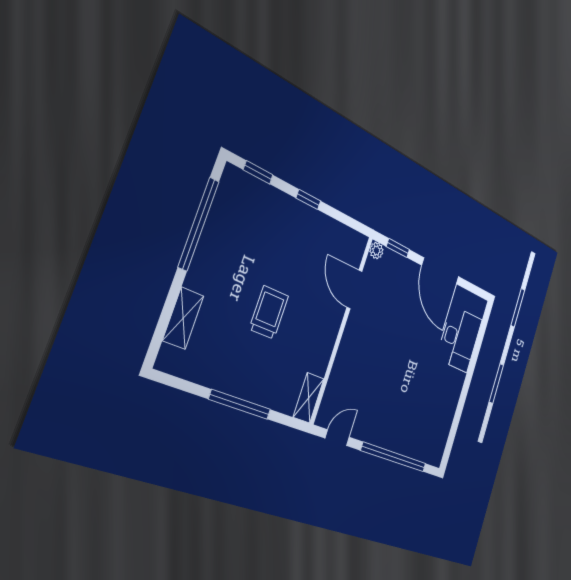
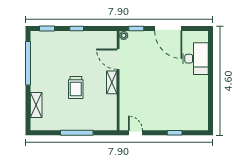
trolley: (269, 312) -> (76, 88), turned 180
shelving: (309, 398) -> (112, 82), moved
door: (337, 438) -> (135, 133), hinge flipped
window: (394, 457) -> (175, 133), width x0.32

